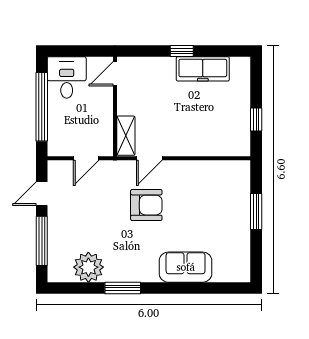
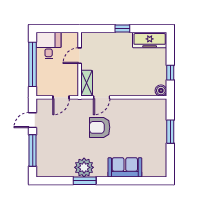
freezer: (203, 69) -> (150, 40), moved
door: (115, 74) -> (80, 56), moved
boiler: (242, 147) -> (161, 91), added
armchair: (146, 205) -> (100, 127), turned 180
plant: (88, 267) -> (84, 167), moved

